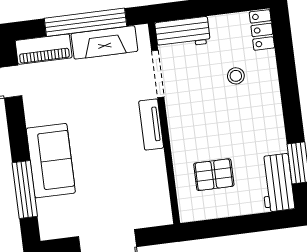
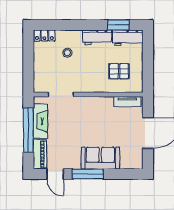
workbench: (183, 33) -> (97, 37), moved, turned 90
tv unit: (151, 124) -> (127, 102), moved
pallet: (214, 175) -> (119, 71), turned 90
window: (25, 190) -> (88, 174), moved

